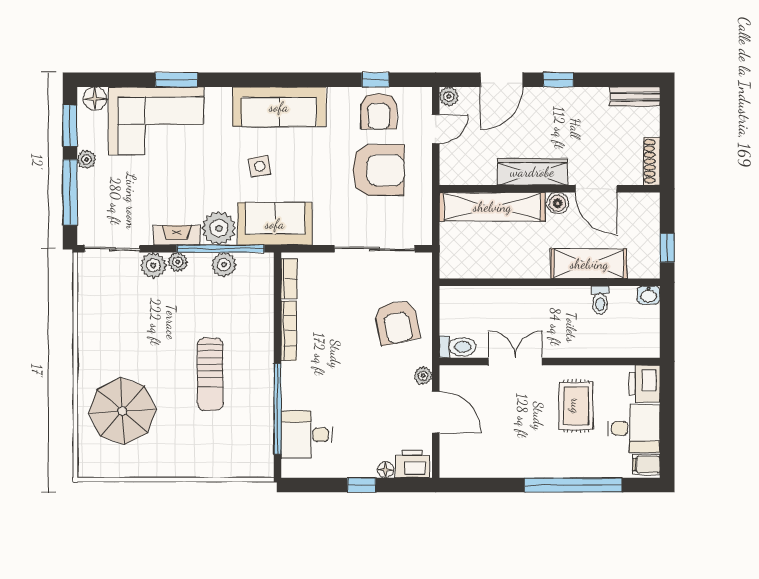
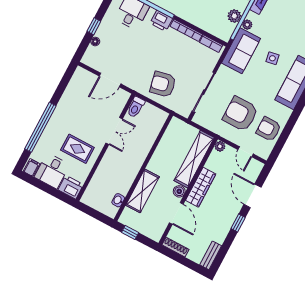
window: (375, 80) -> (284, 135), removed
plant: (449, 97) -> (220, 146), moved
armchair: (378, 170) -> (240, 114), turned 90
door: (596, 189) -> (176, 213), swing flipped
plant: (219, 228) -> (247, 25), width x0.53, depth x0.53
washbasin: (649, 295) -> (118, 200), moved
toilet: (600, 300) -> (122, 187), removed
plant: (423, 376) -> (131, 83), removed
printer: (412, 464) -> (161, 21), moved, turned 90

